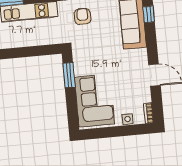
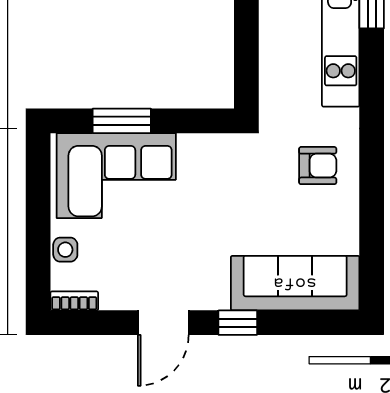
window: (149, 14) -> (238, 323), moved
window: (69, 75) -> (122, 121), moved

